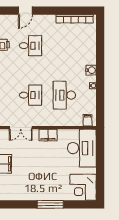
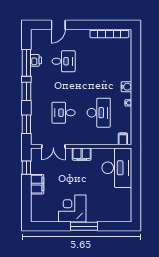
desk: (31, 95) -> (64, 113), turned 180
desk: (64, 95) -> (99, 113), turned 180
corner desk: (83, 187) -> (72, 208), moved, turned 90

